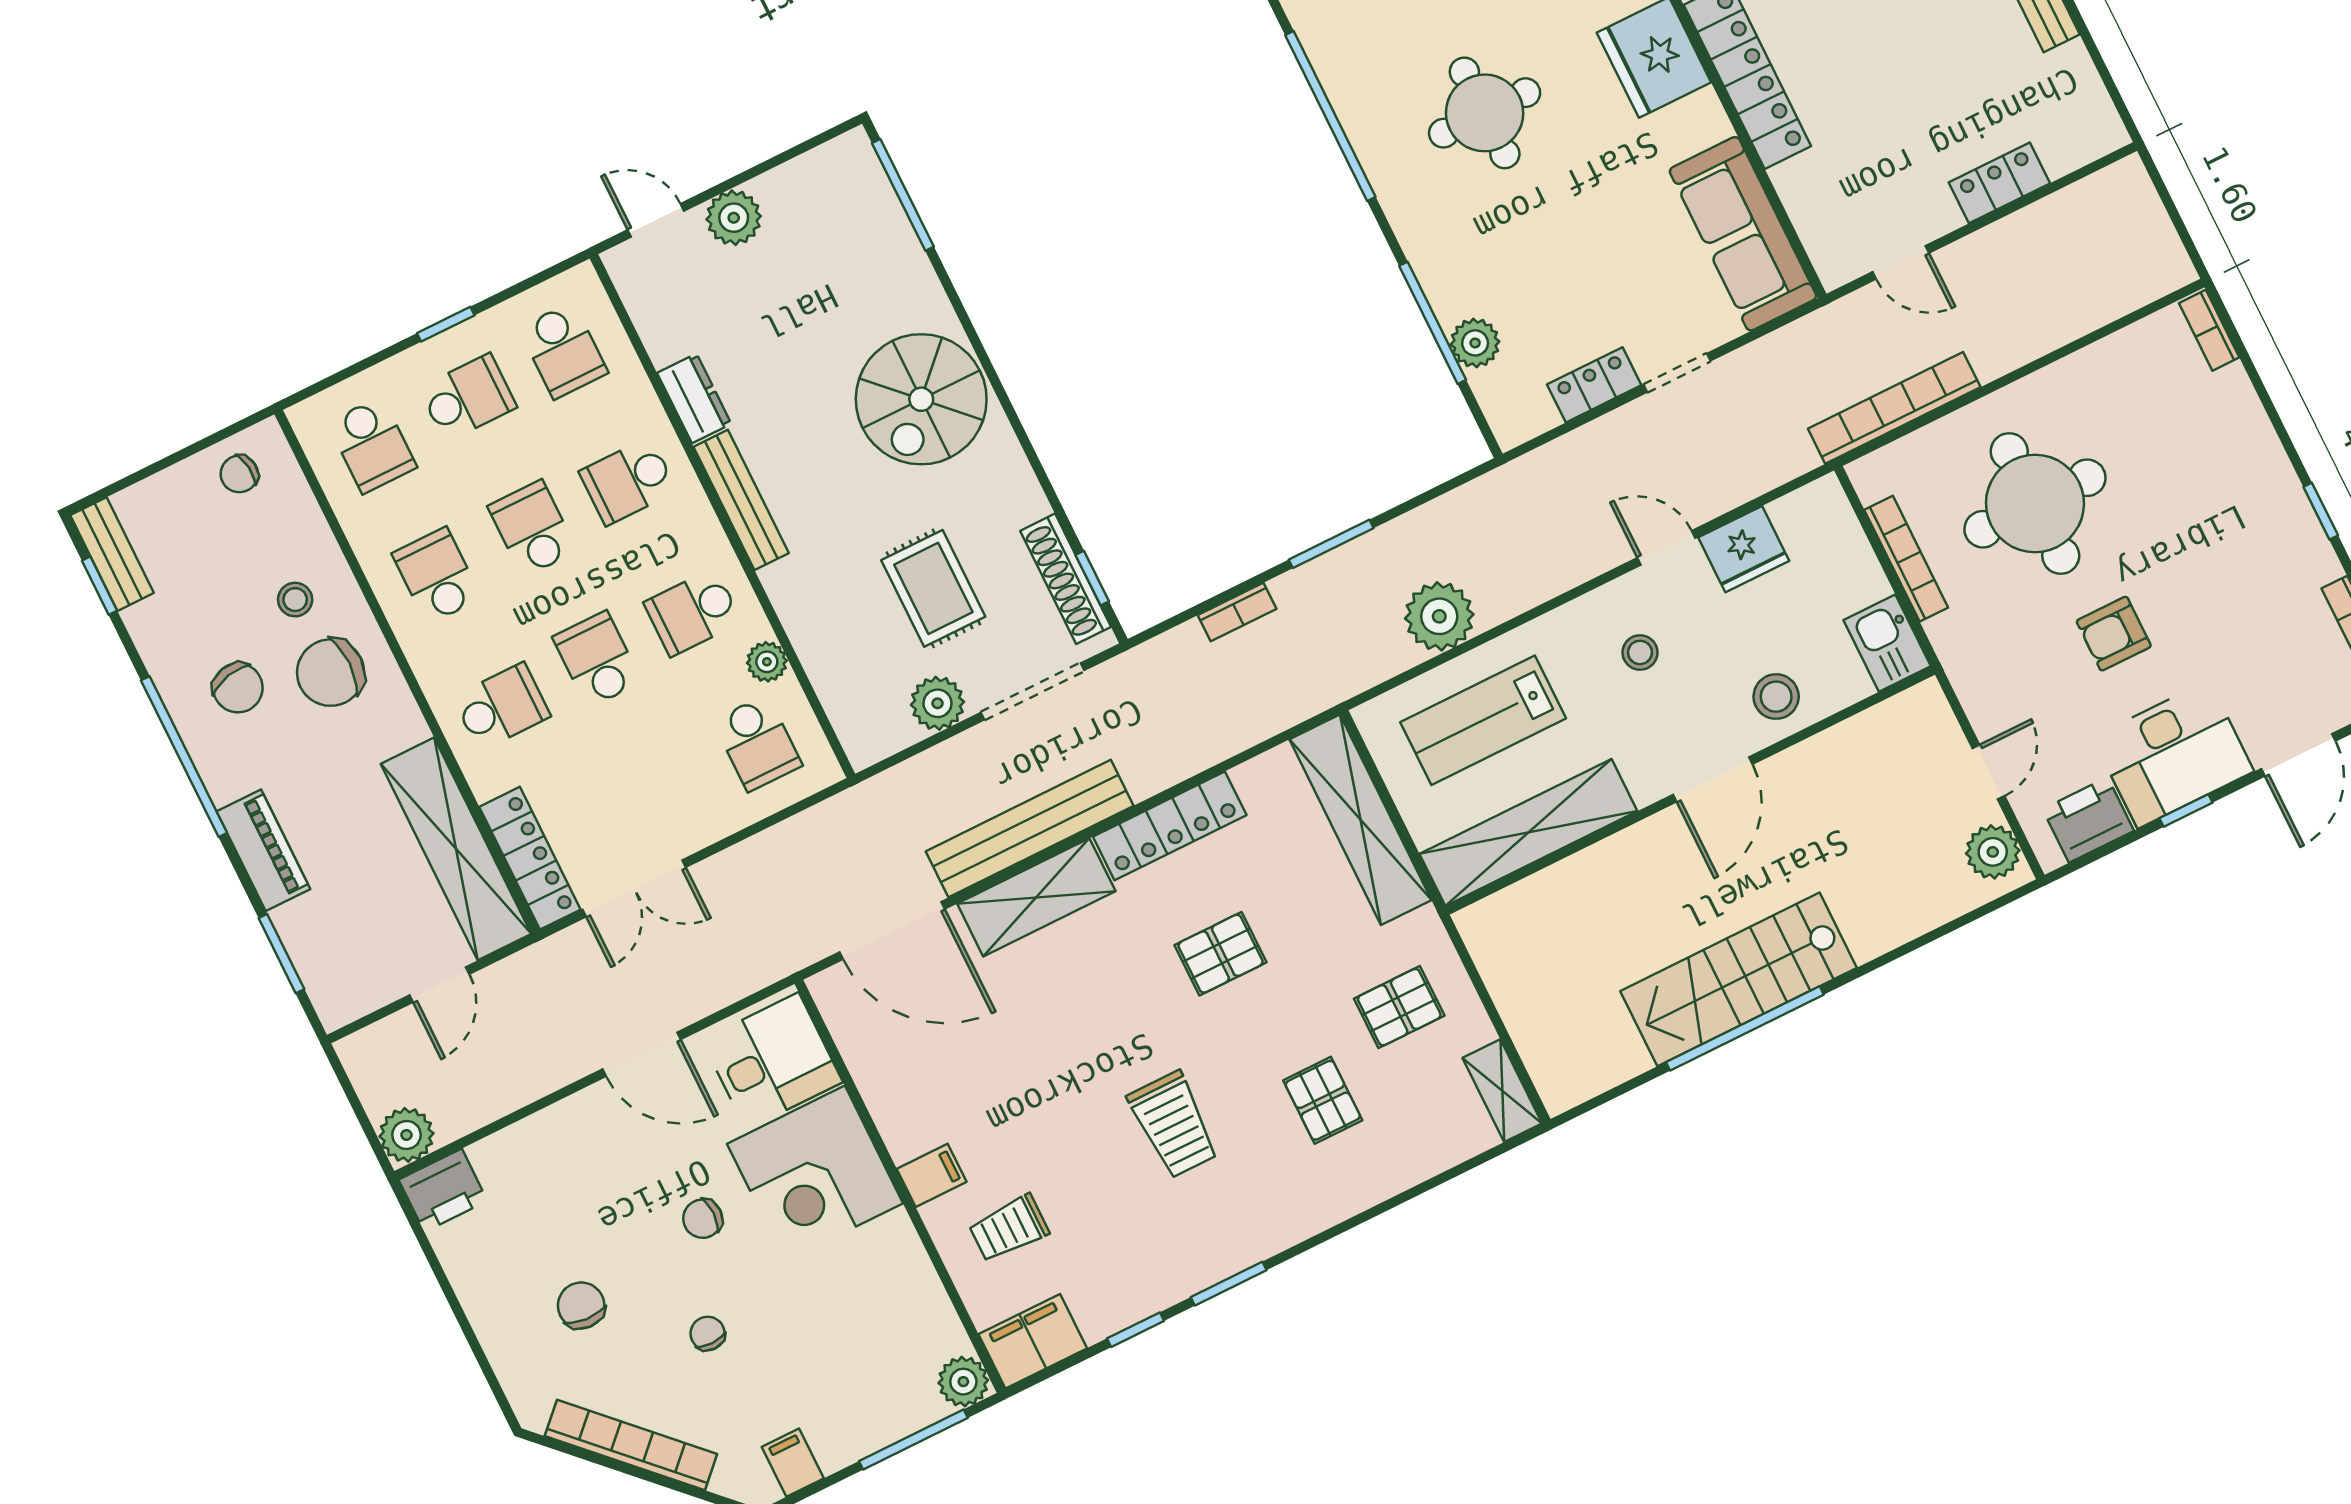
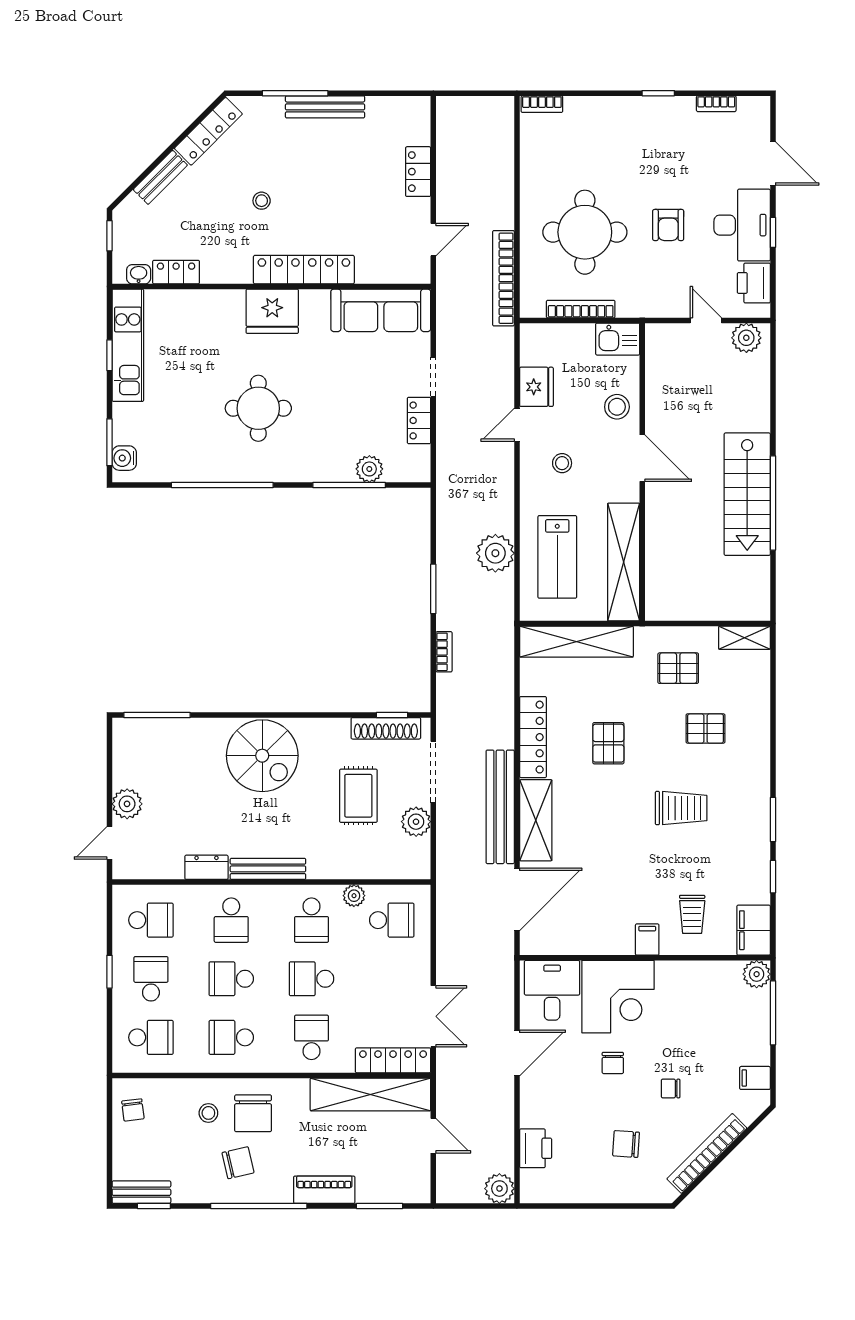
rug: (933, 588) -> (358, 796), turned 90
pallet: (1399, 1007) -> (678, 668), turned 90
printer: (443, 1190) -> (536, 1148), moved

